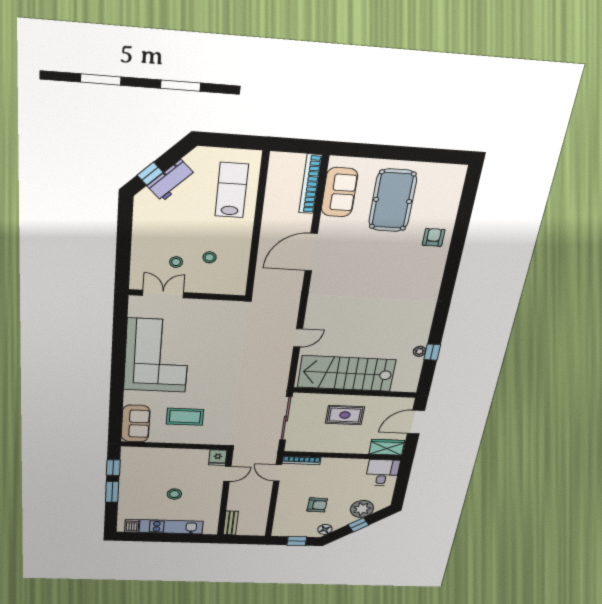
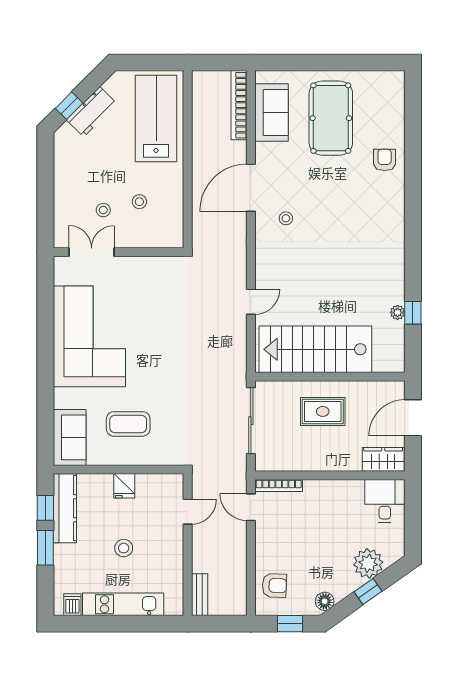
lab bench: (232, 190) -> (156, 118), width x1.36, depth x1.39
stool: (338, 278) -> (286, 218), added
fridge: (218, 458) -> (124, 486), moved
kitchen counter: (129, 468) -> (65, 508), added
armchair: (317, 505) -> (274, 585), moved

